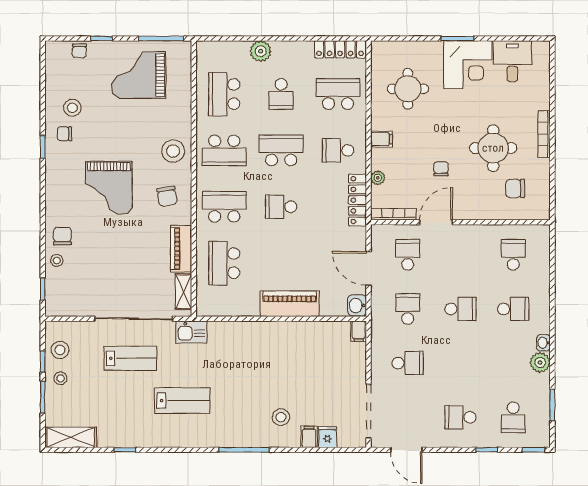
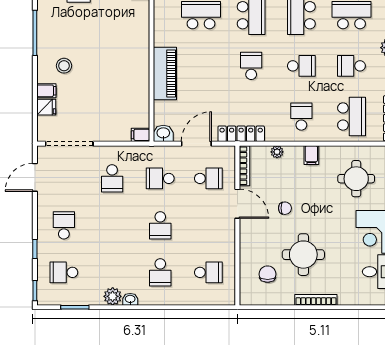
school desk: (281, 150) -> (301, 66), width x0.54
locker: (357, 200) -> (241, 134), moved
school desk: (408, 309) -> (160, 178), turned 180

